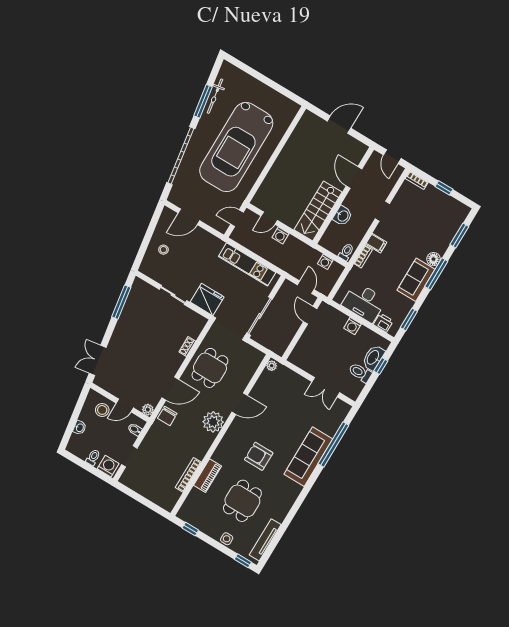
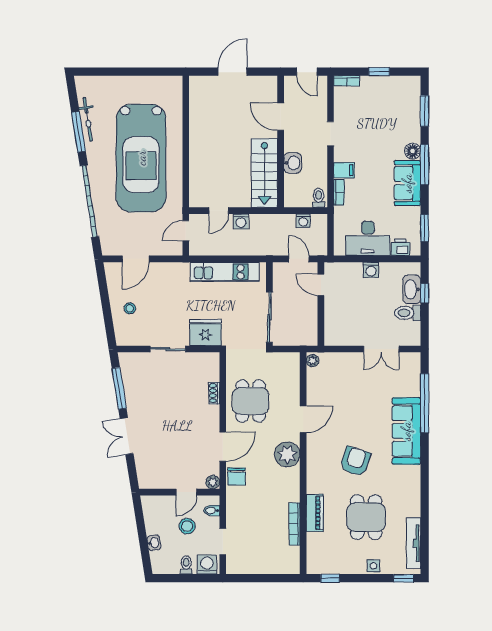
double door: (98, 360) -> (127, 436), moved
stool: (102, 410) -> (187, 526), moved
armchair: (259, 456) -> (355, 461), turned 108

